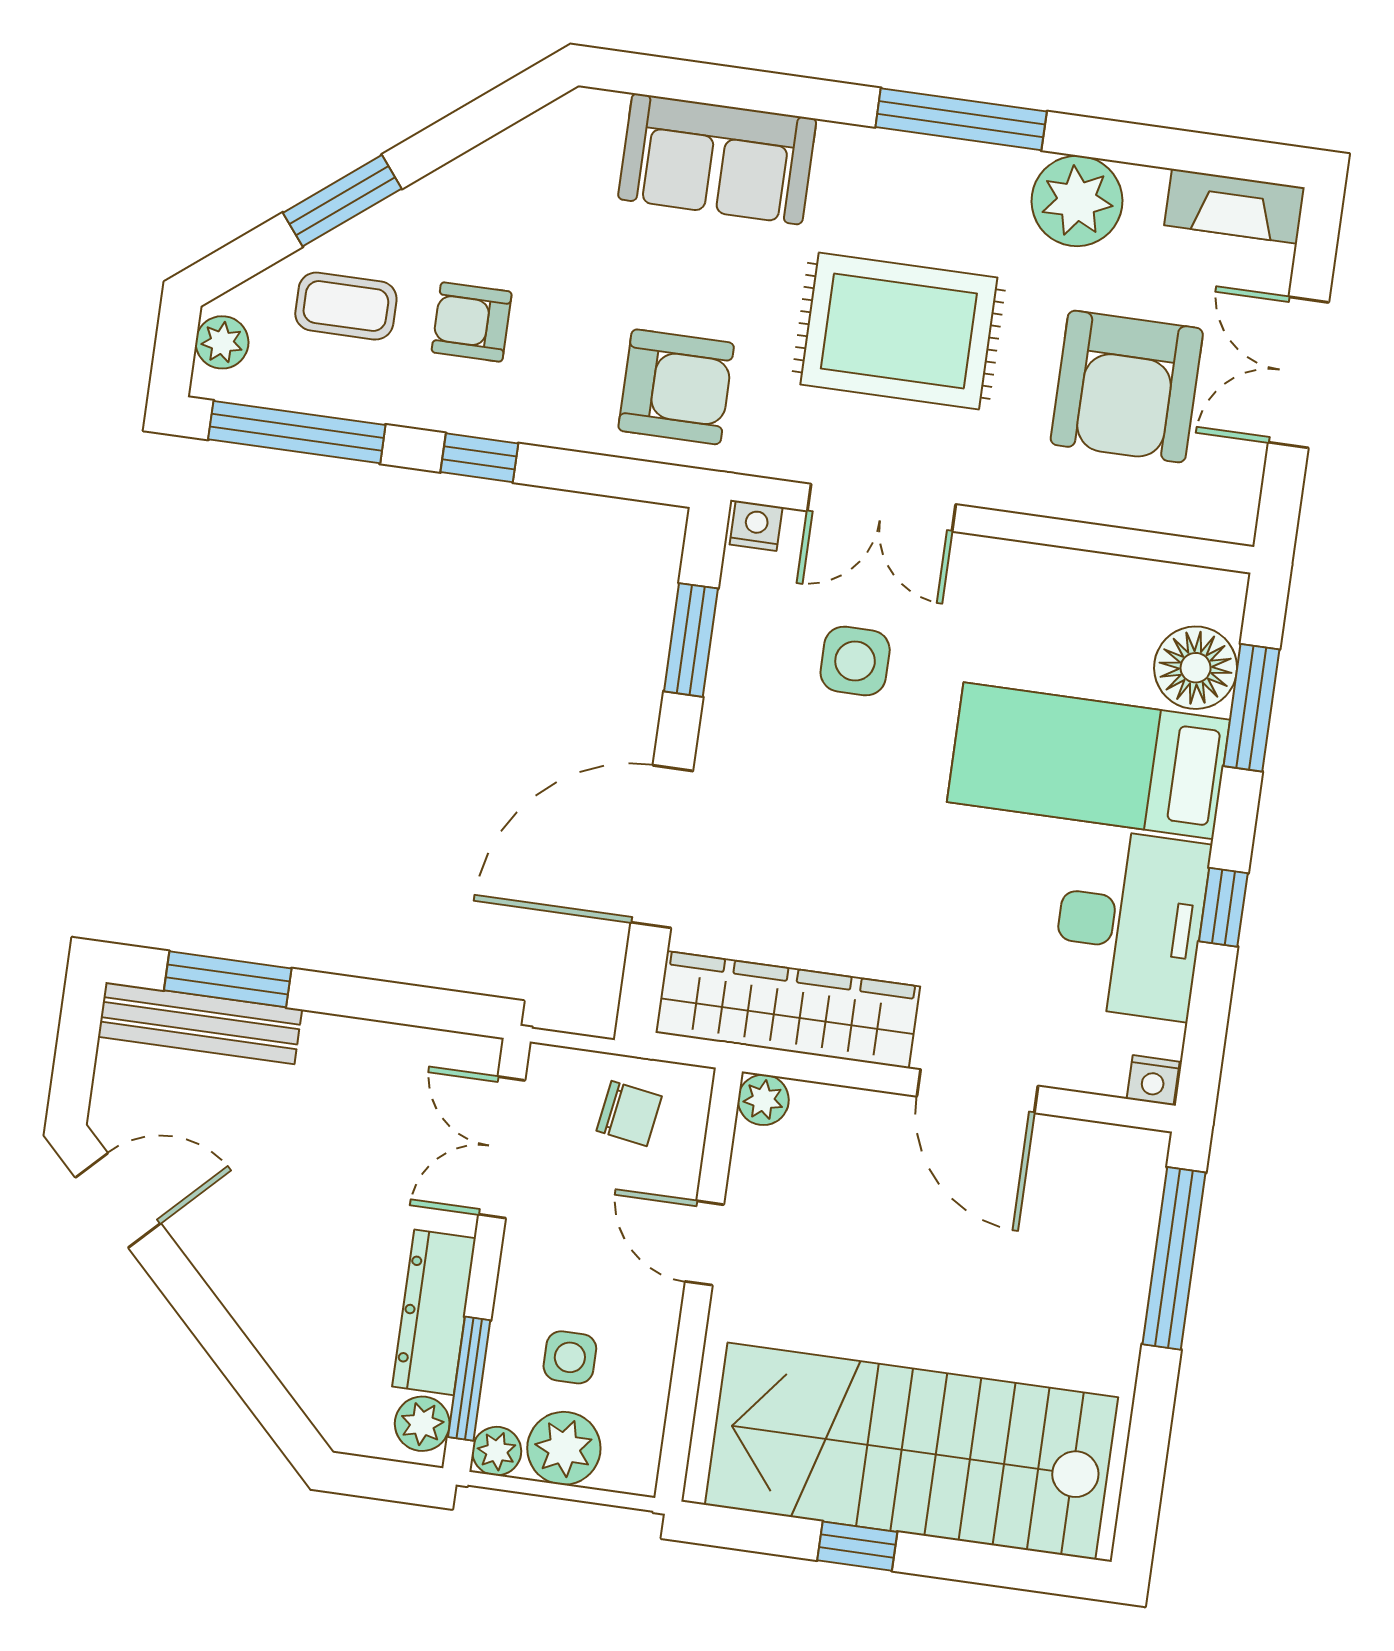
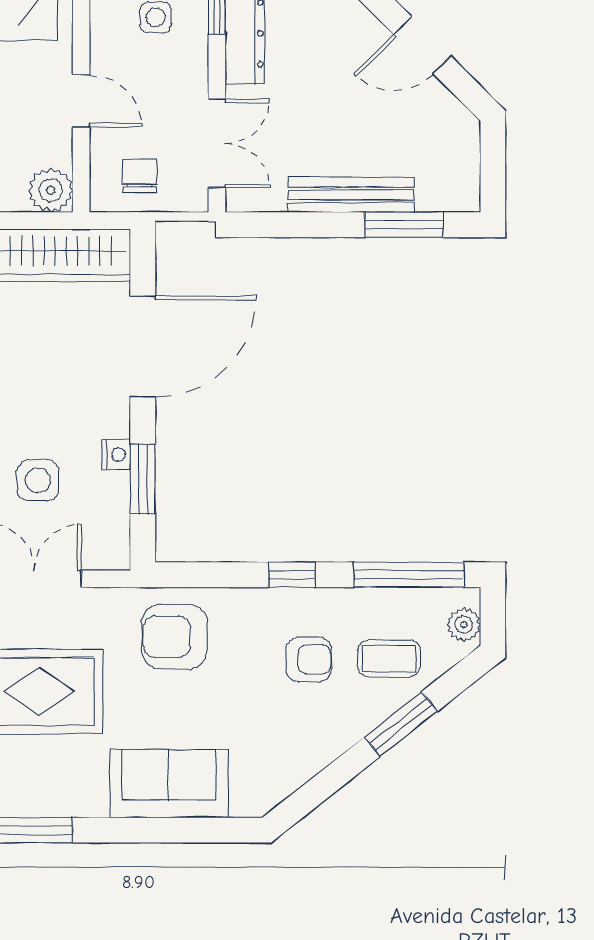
nightstand: (756, 526) -> (116, 455), moved, turned -90
bench: (200, 1023) -> (351, 195), moved
plant: (763, 1100) -> (51, 190), width x1.38, depth x1.38
chair: (629, 1114) -> (140, 176), turned 81
door: (118, 1200) -> (422, 45), moved

